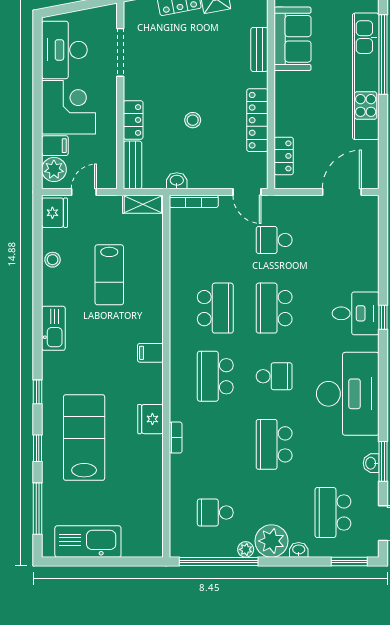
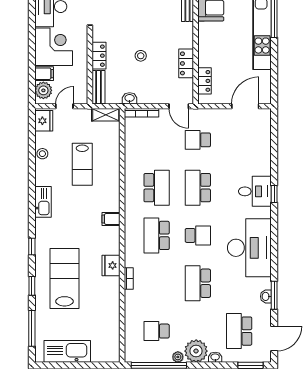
locker: (257, 120) -> (186, 63), width x0.66

